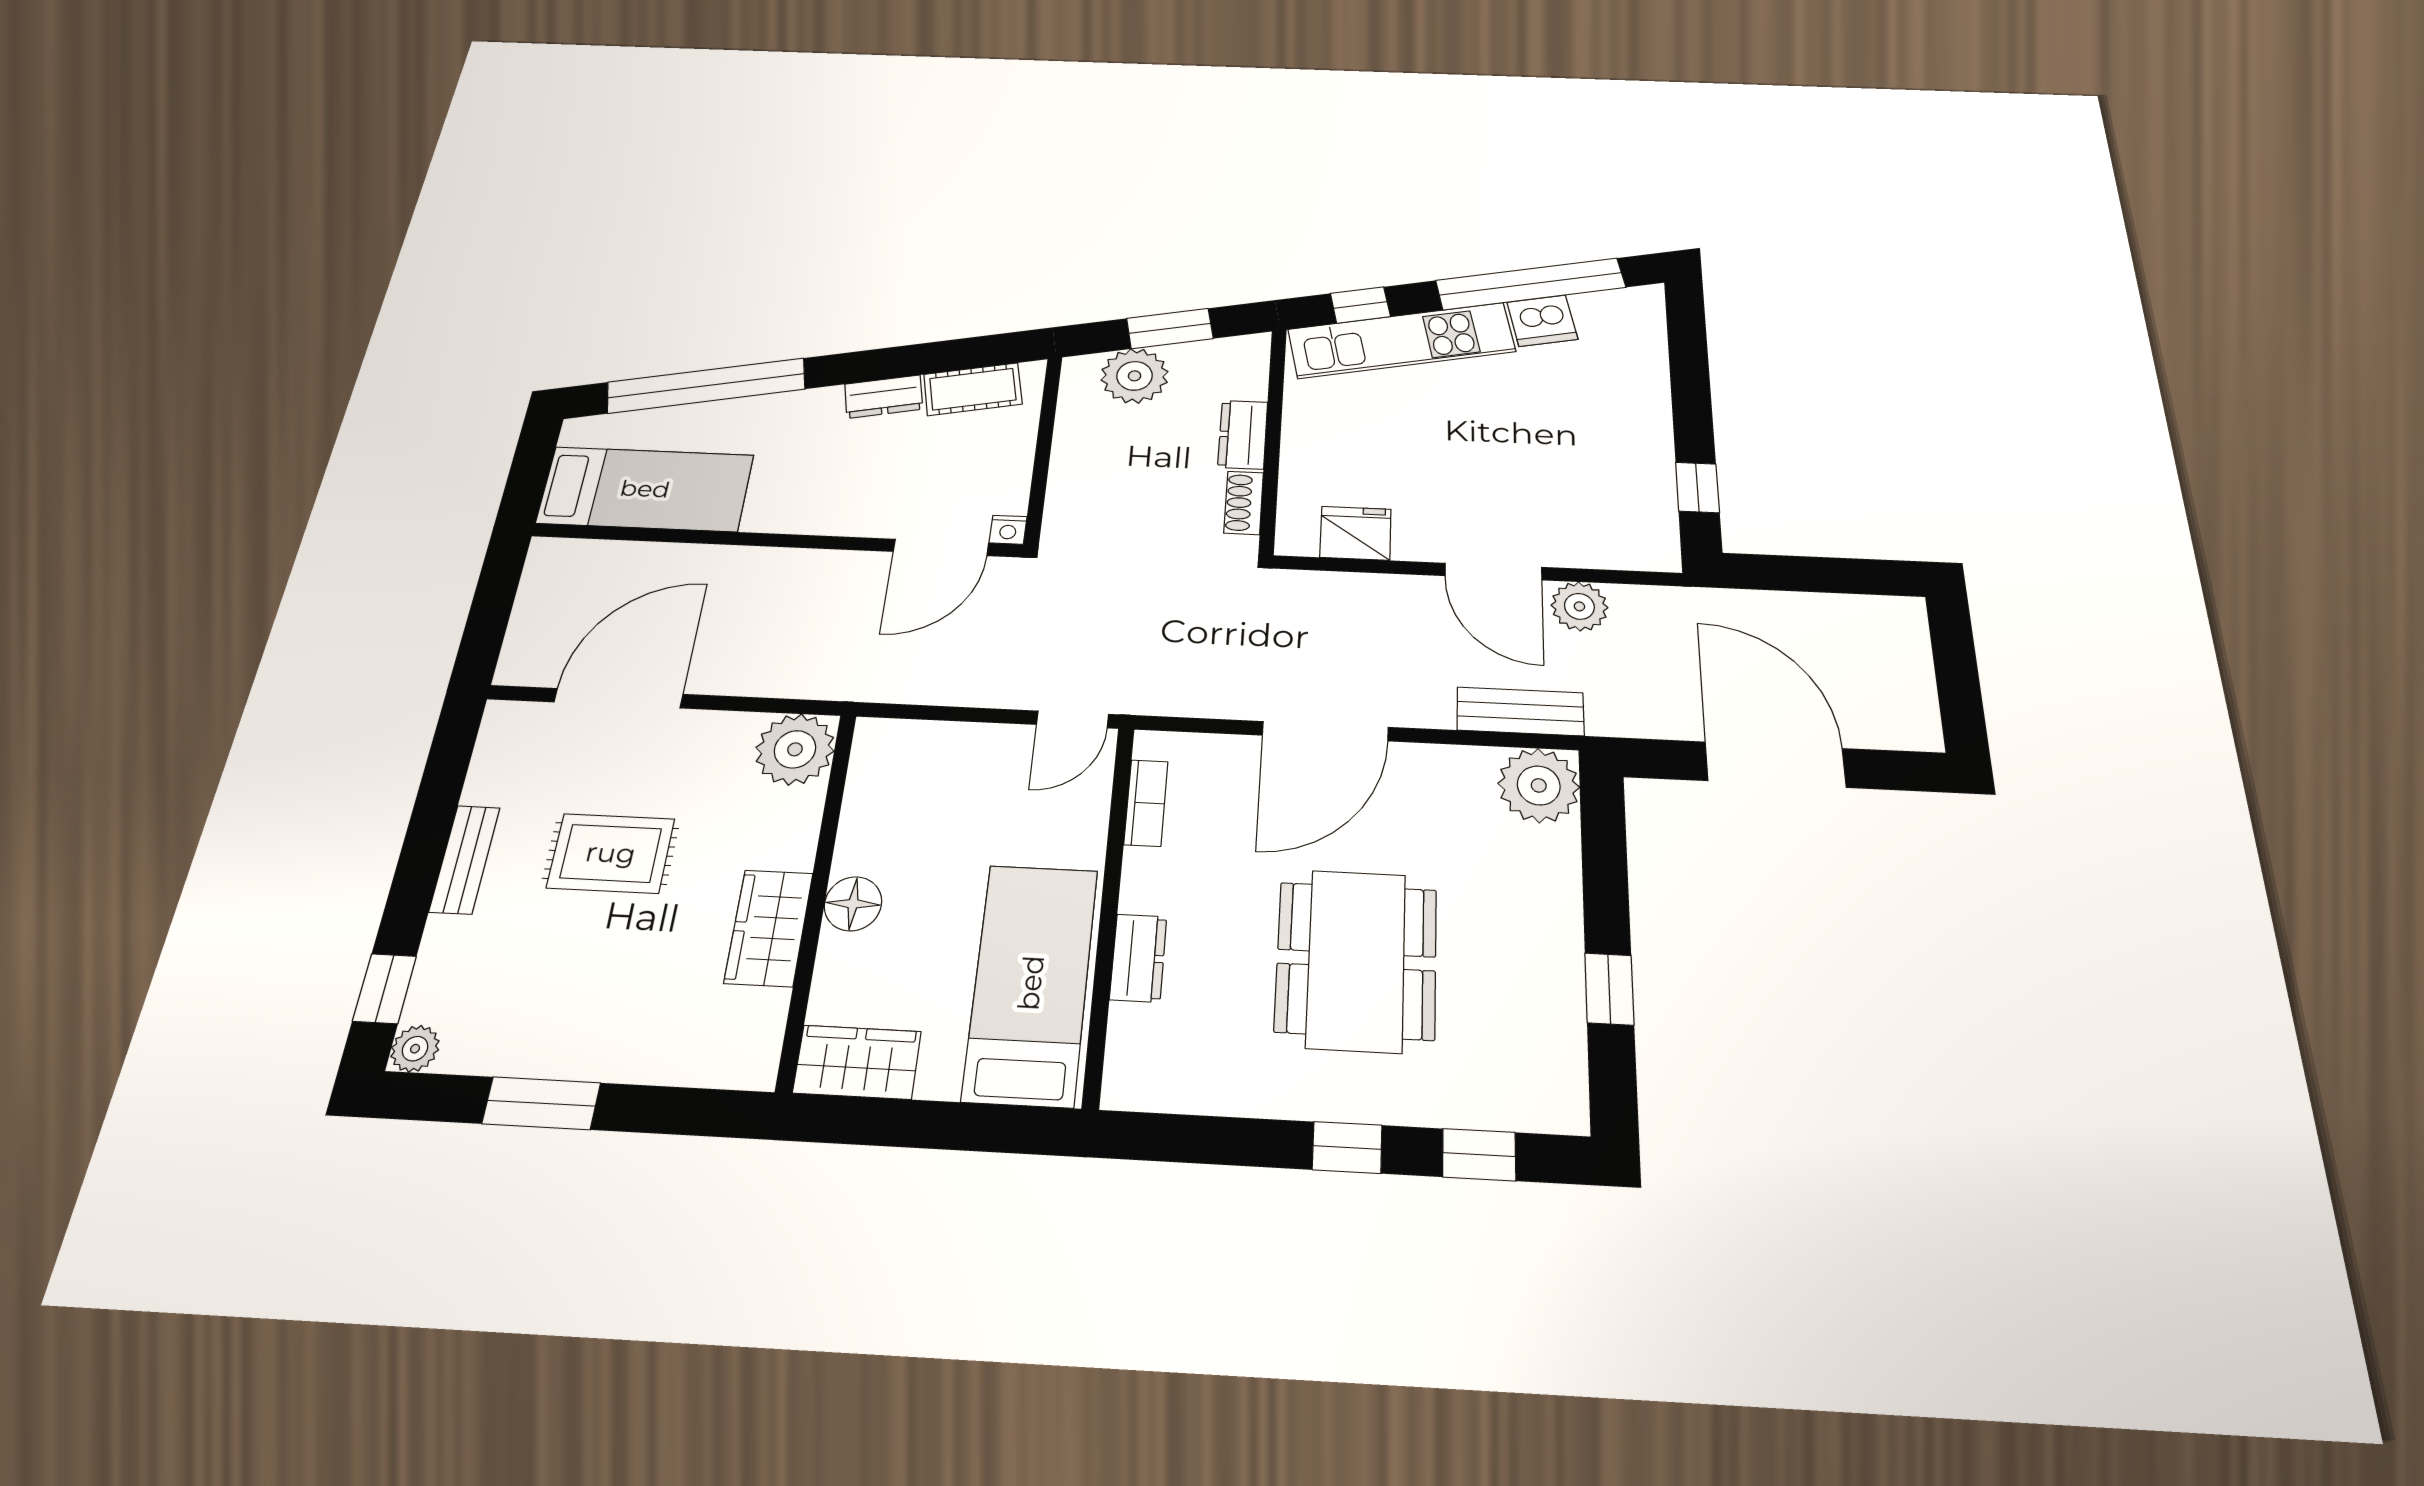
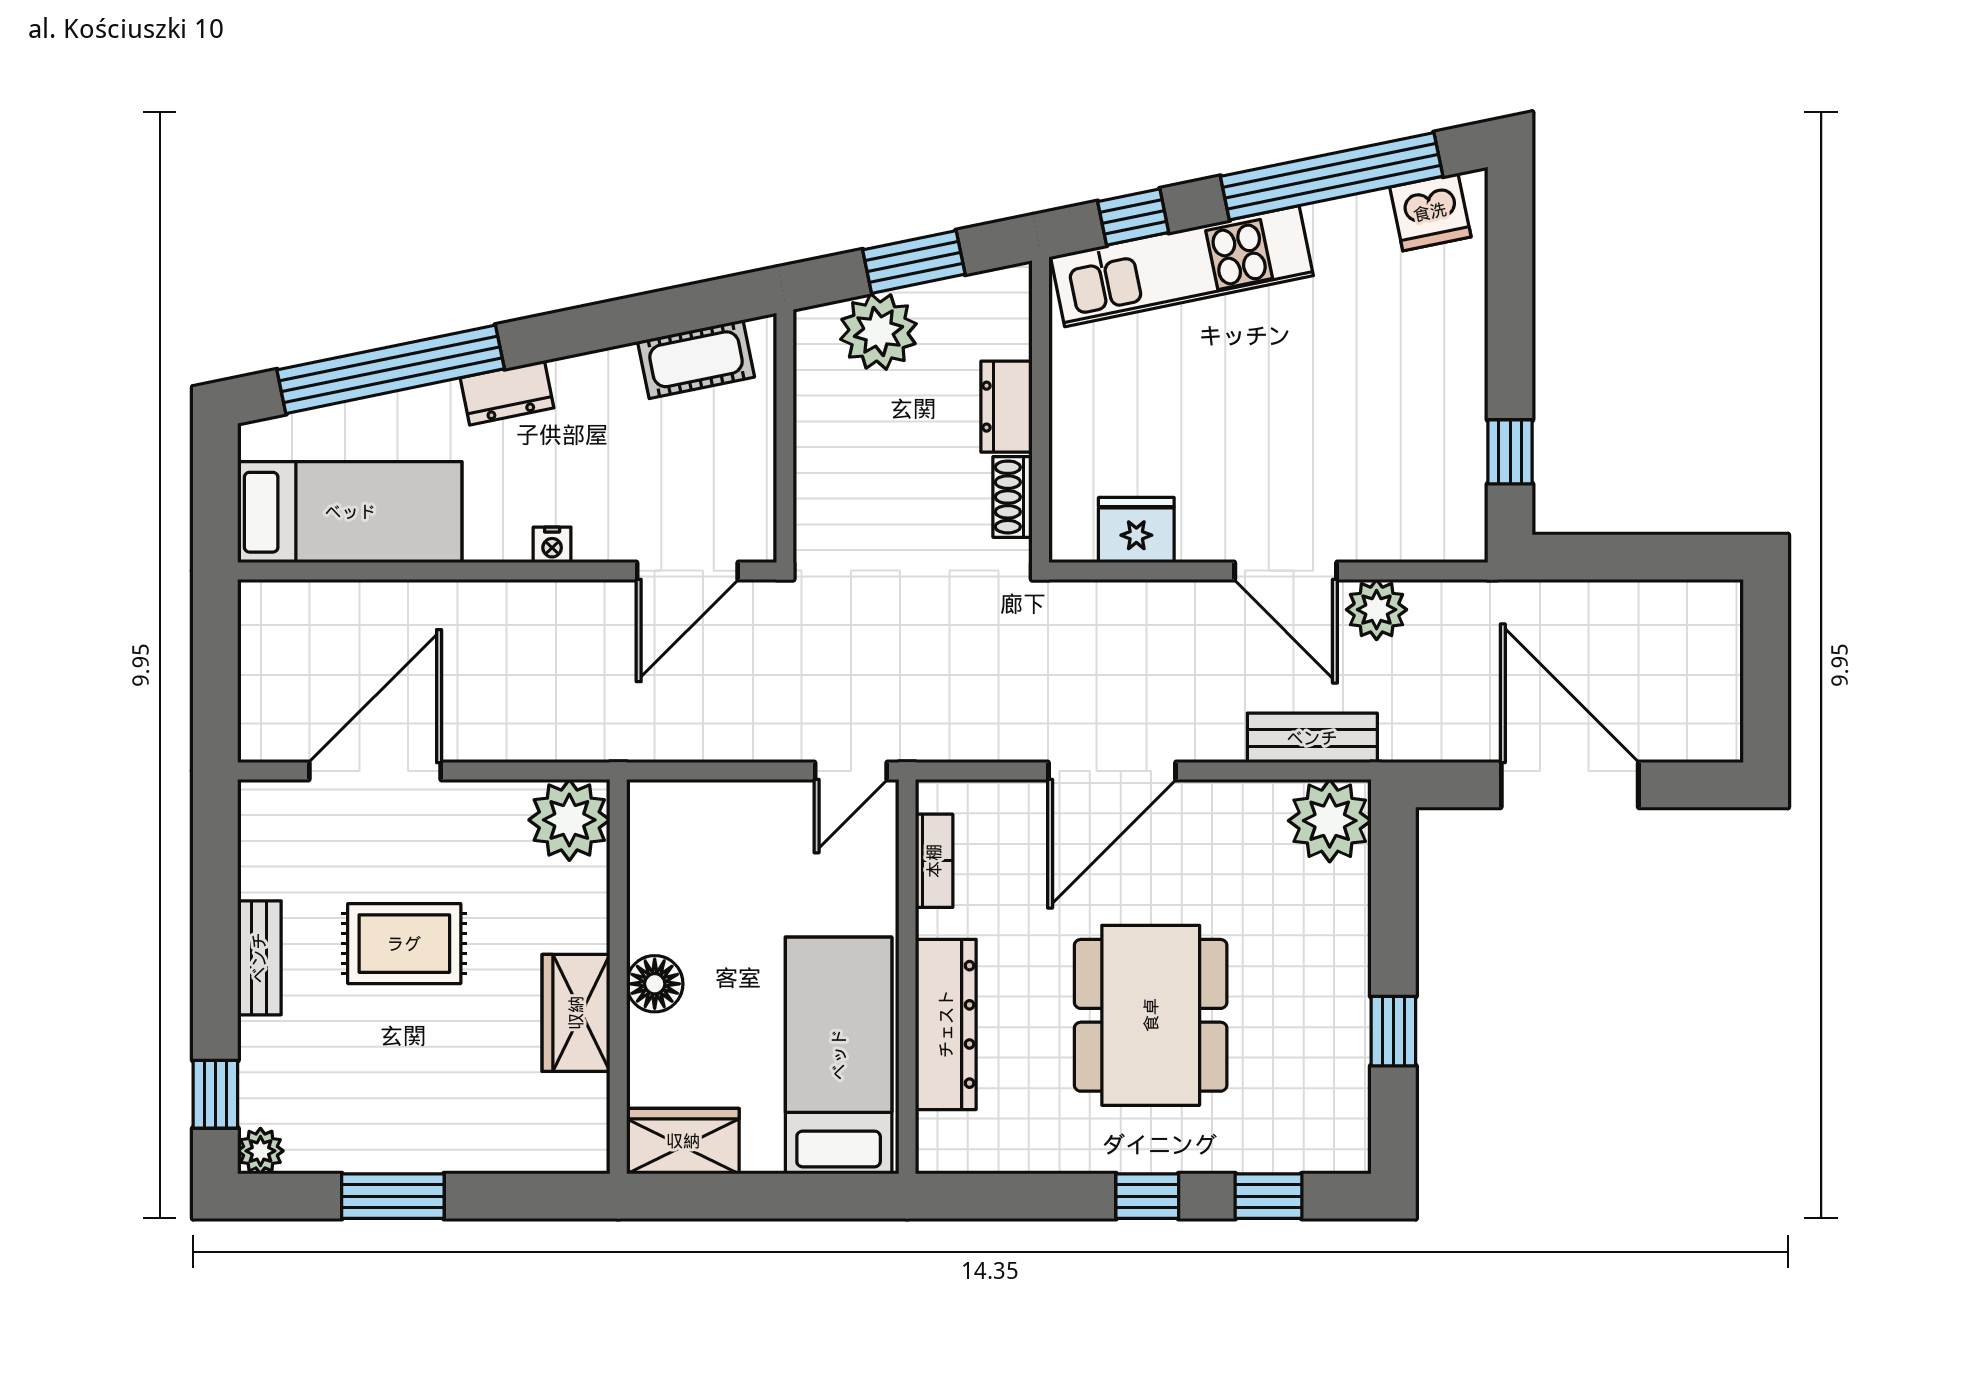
dishwasher: (1542, 321) -> (1430, 212), moved
dresser: (884, 397) -> (507, 393), moved
nightstand: (1008, 530) -> (552, 545), moved
dresser: (1138, 958) -> (946, 1024), width x1.96, depth x1.24

